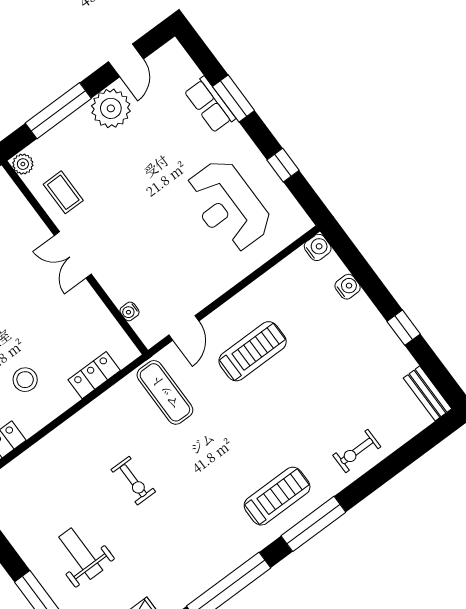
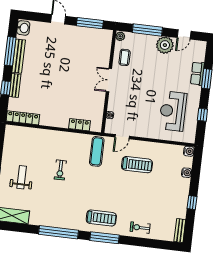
stool: (25, 380) -> (56, 105), removed

